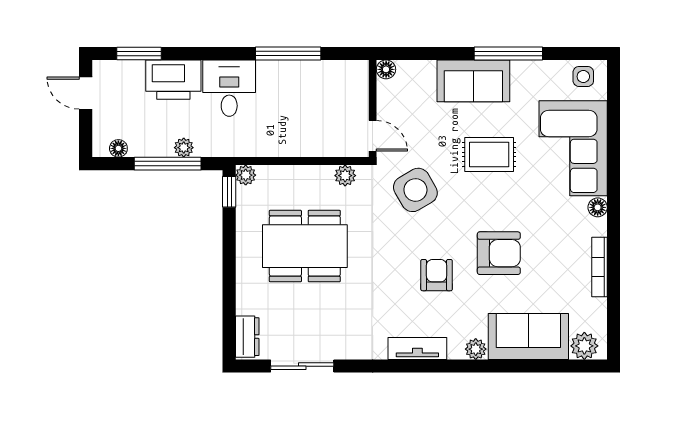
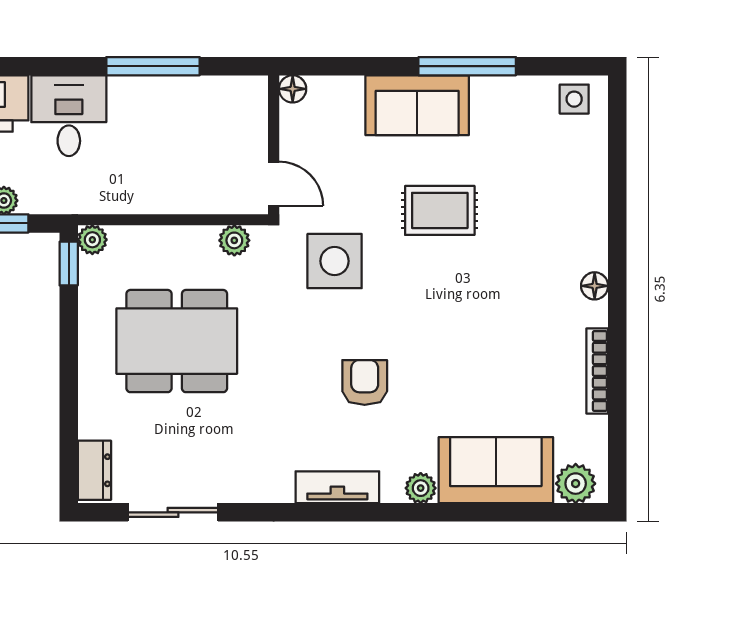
corner sofa: (573, 148) -> (560, 201), removed
side table: (415, 190) -> (335, 261), turned 30
armchair: (499, 253) -> (454, 351), removed

